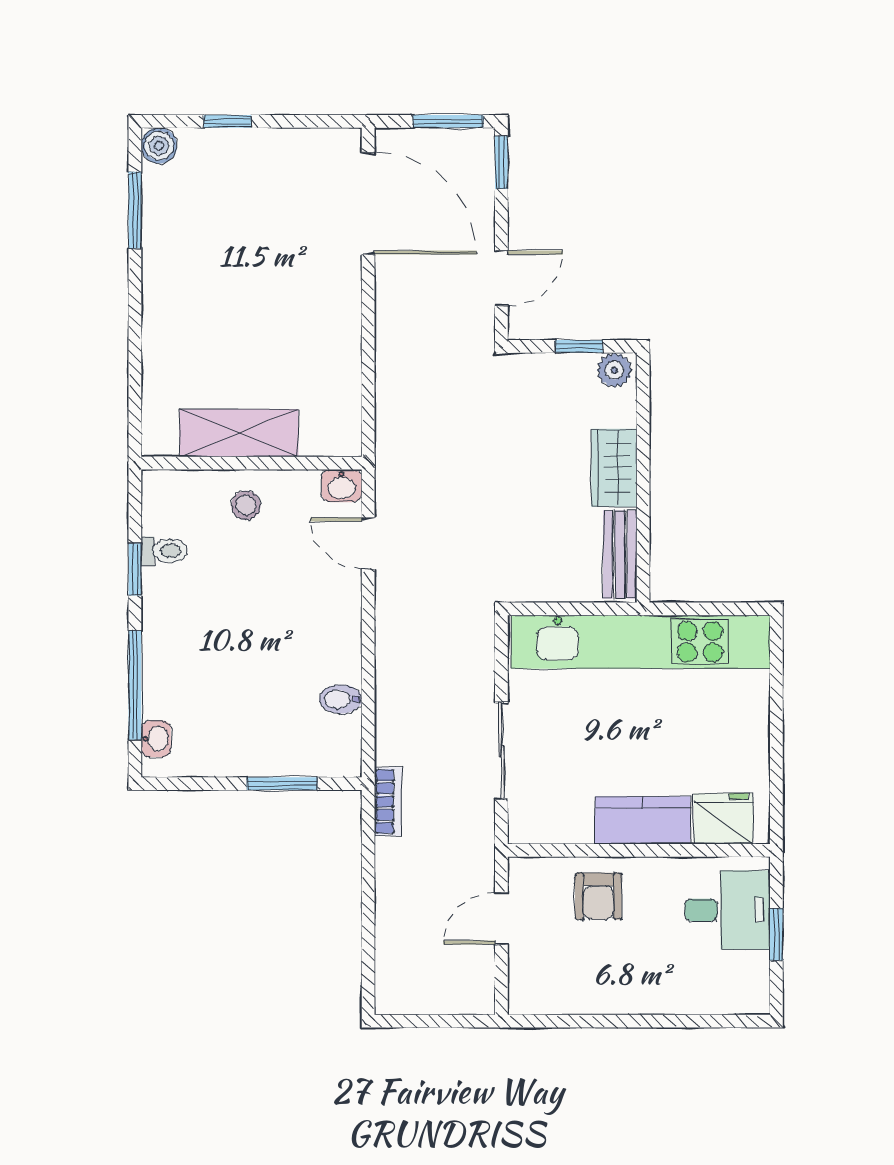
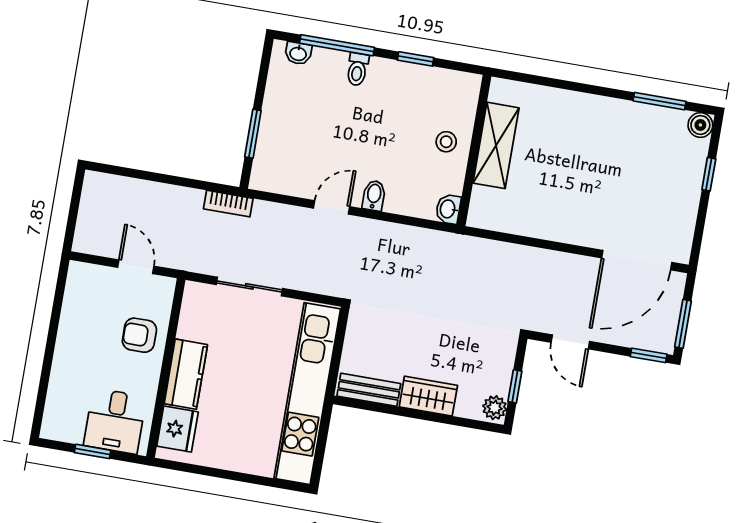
door: (368, 543) -> (332, 207), moved
toilet: (164, 551) -> (357, 69), moved
bidet: (341, 699) -> (374, 195), moved

